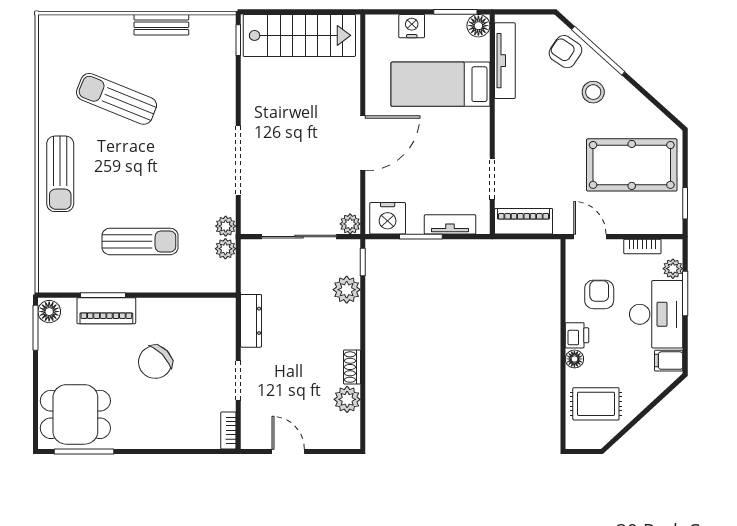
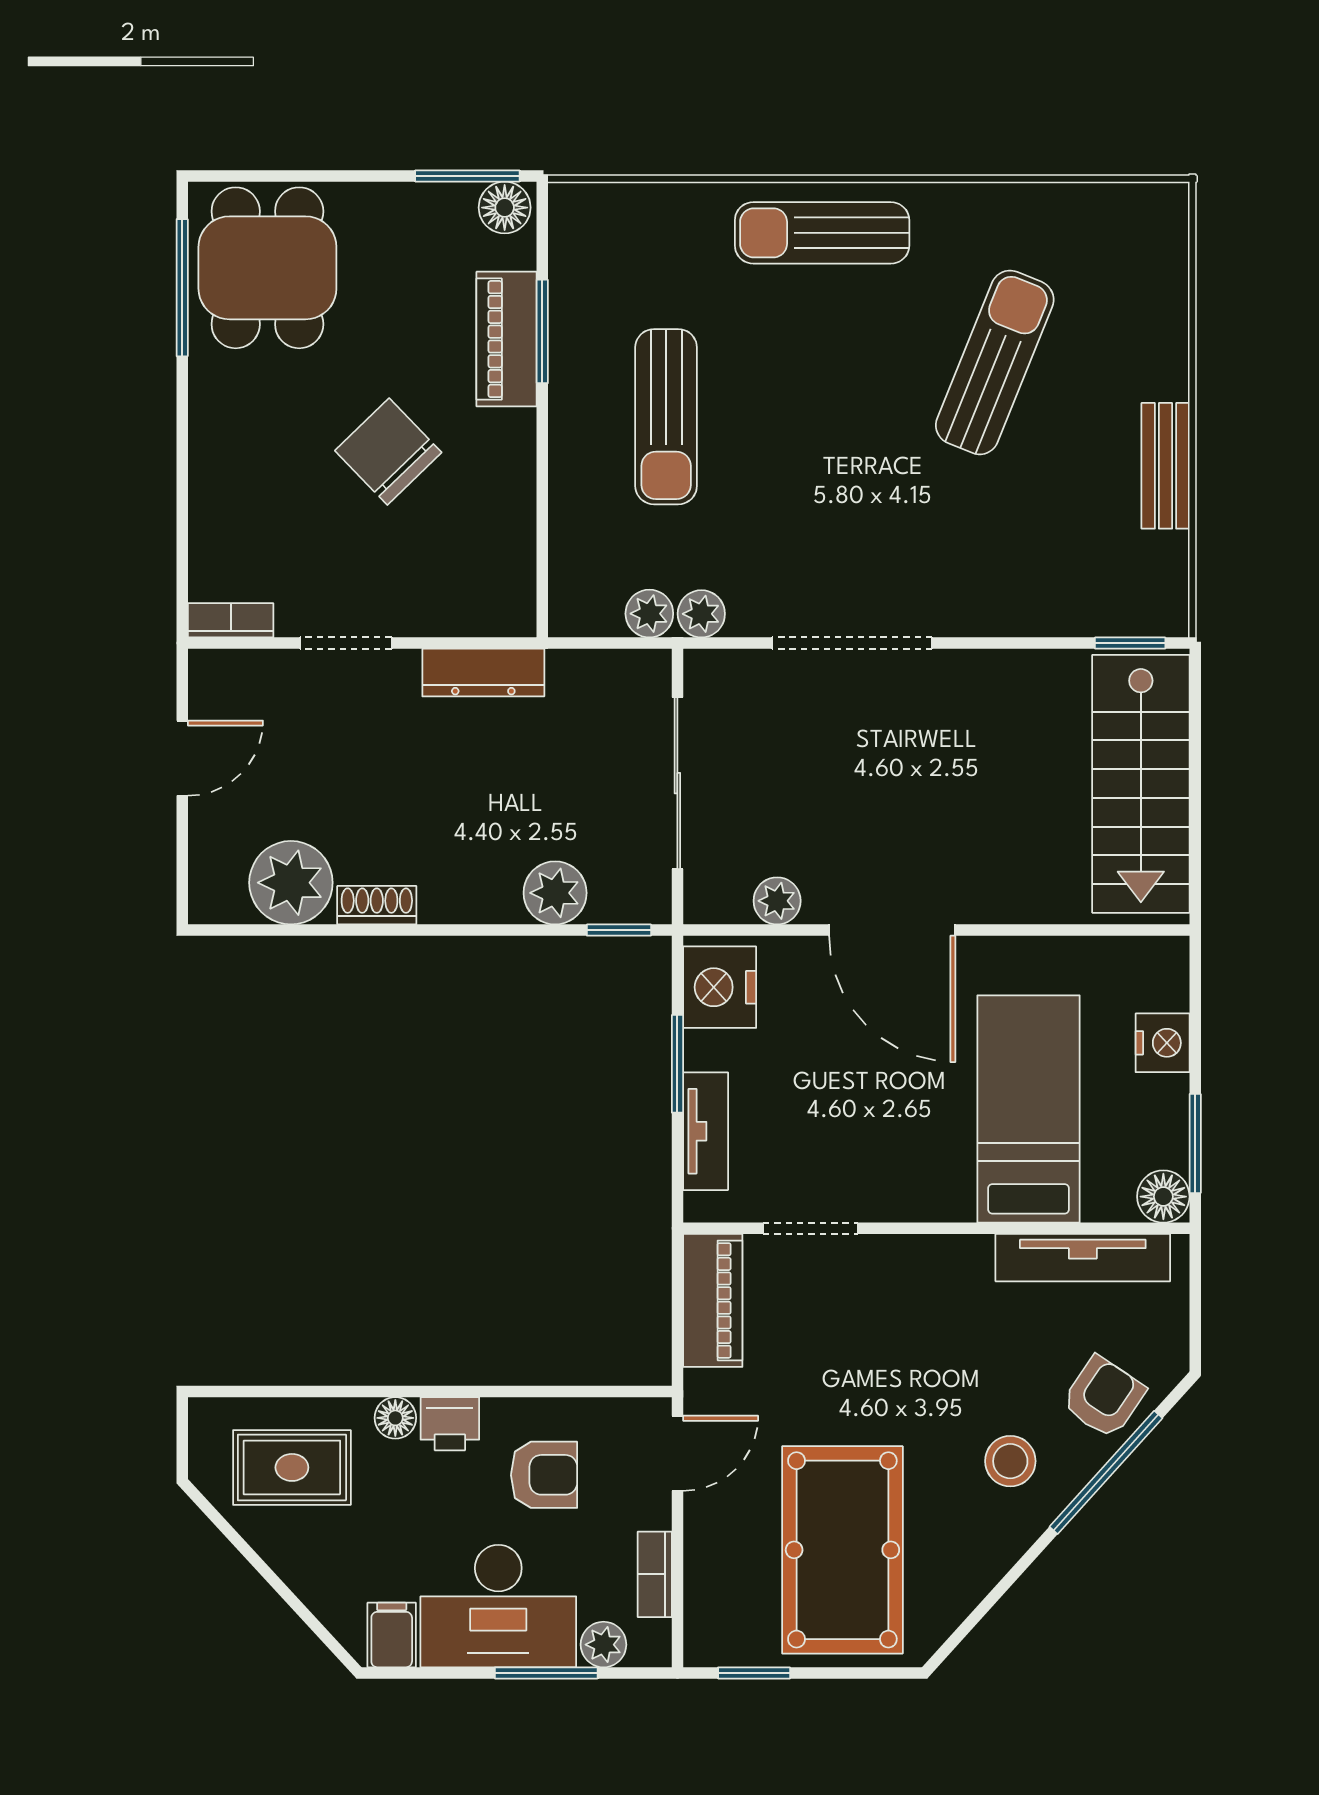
plant: (350, 224) -> (777, 901), moved
plant: (347, 399) -> (291, 883), width x1.36, depth x1.36
rug: (596, 404) -> (292, 1467), turned 90

